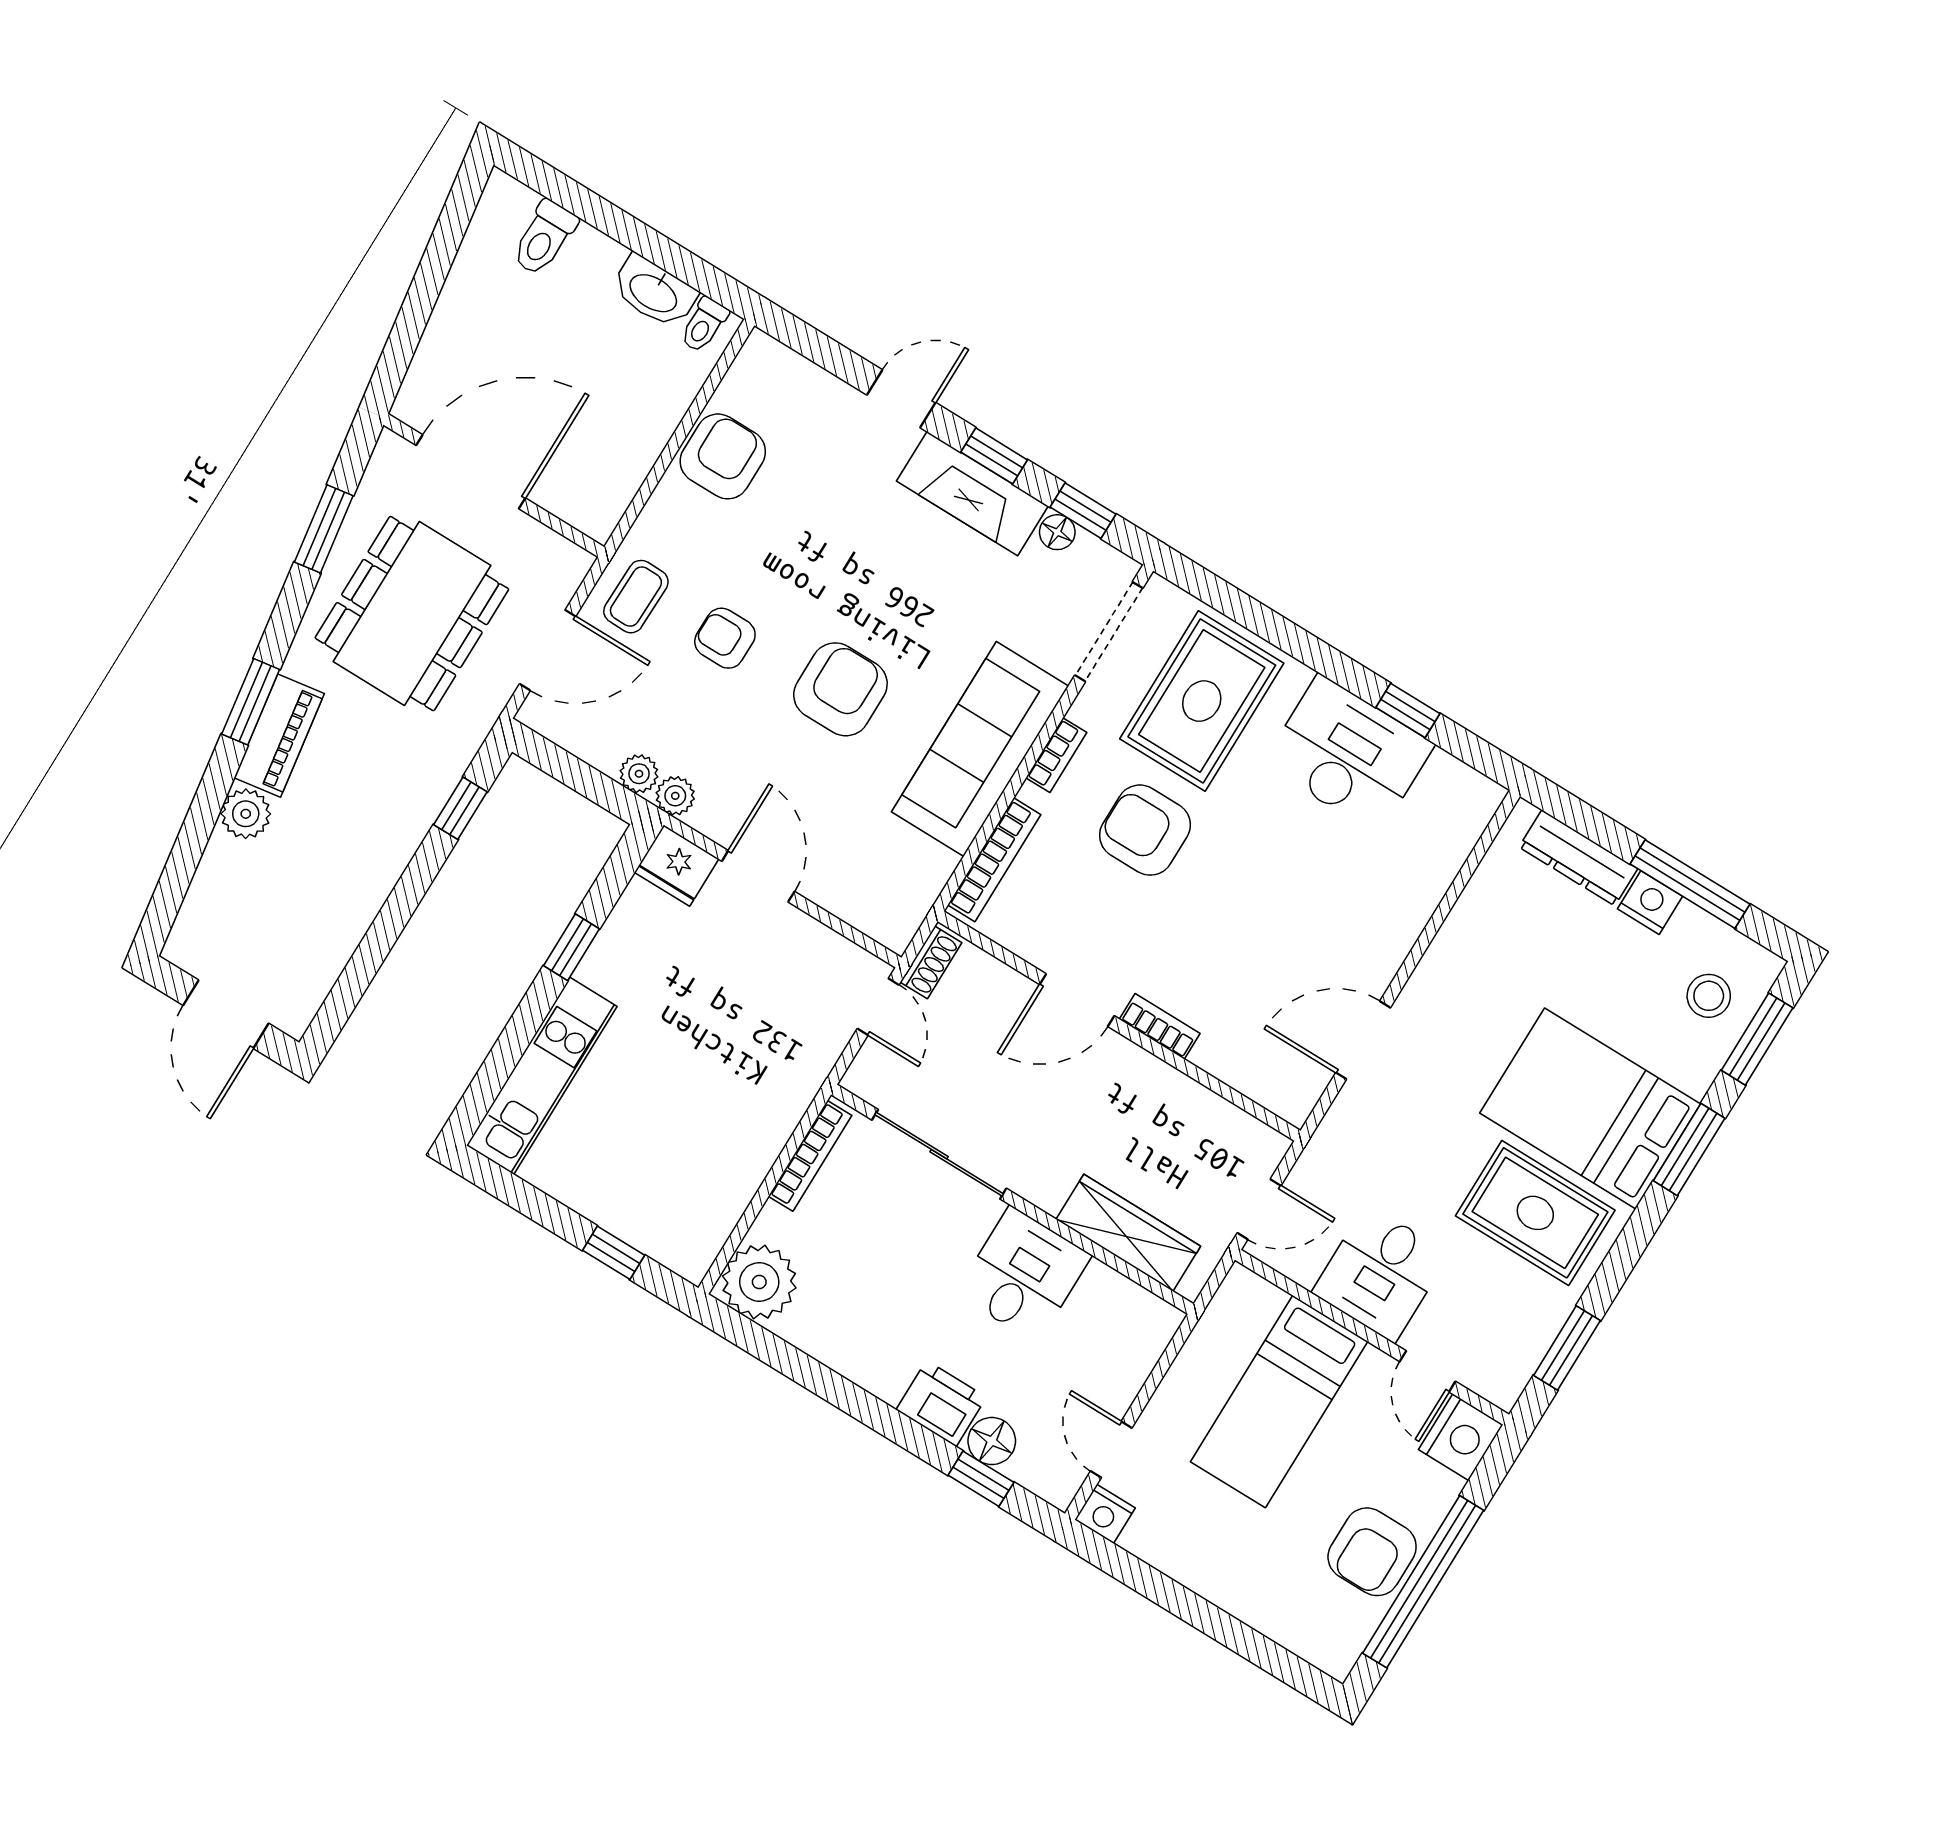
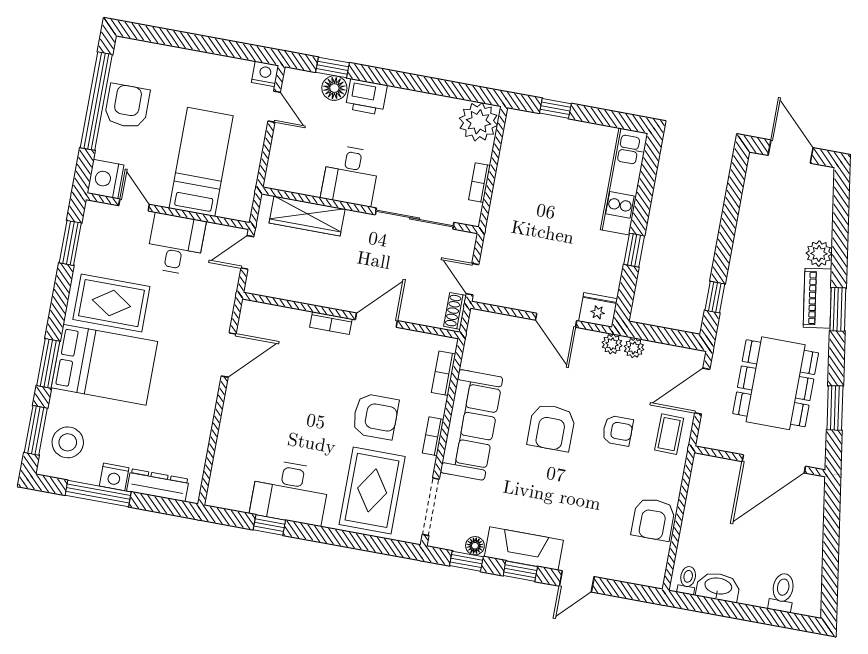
bookcase: (994, 860) -> (444, 373), width x0.64
stool: (1709, 996) -> (68, 442), width x1.38, depth x1.38
bookcase: (810, 1156) -> (479, 183), width x0.64

